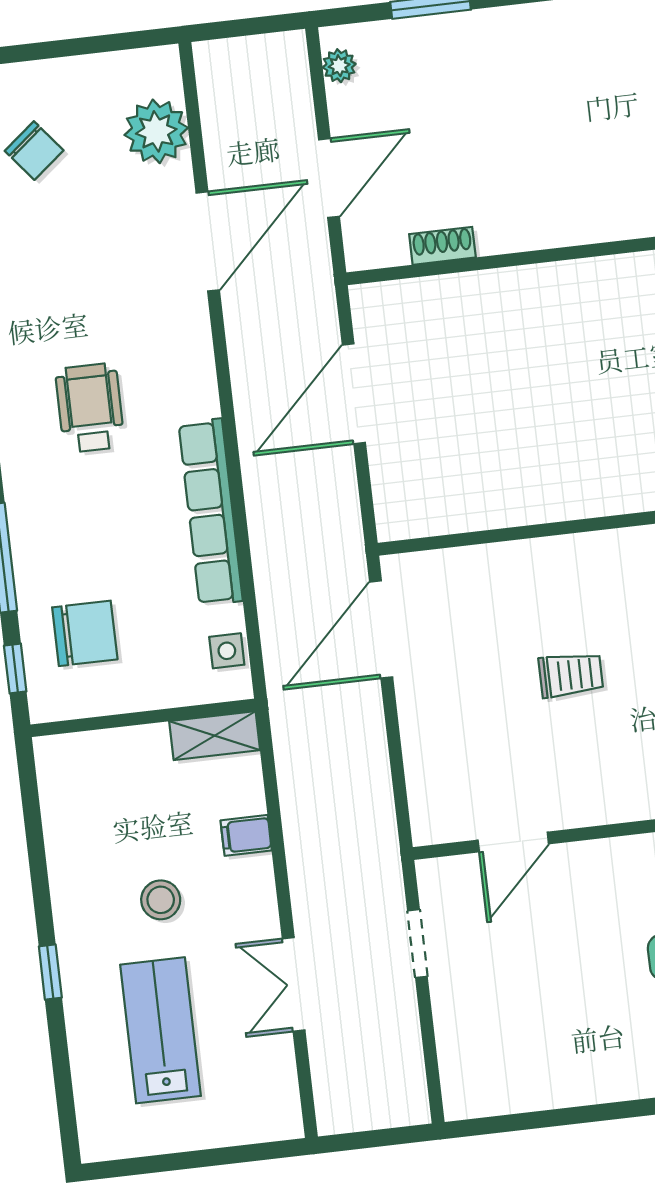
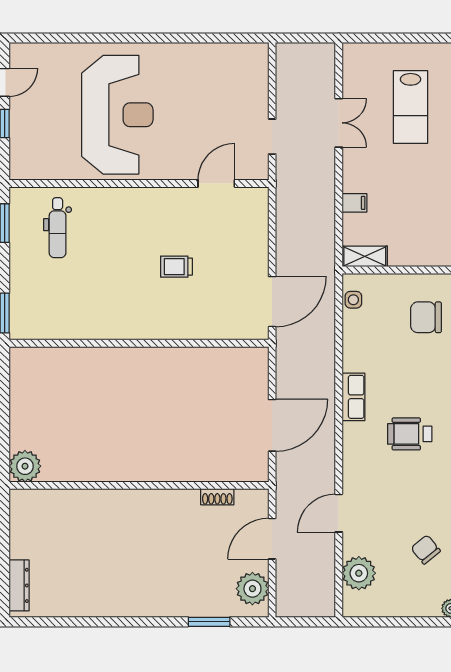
plant: (339, 66) -> (252, 589), width x1.88, depth x1.88
chair: (34, 151) -> (426, 550), moved
door: (208, 241) -> (339, 513), width x0.73
wheelchair: (90, 408) -> (410, 434), turned 90
row of seats: (211, 512) -> (353, 397), width x0.50
stool: (161, 900) -> (403, 175), removed

